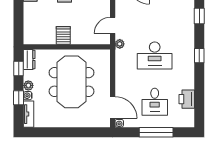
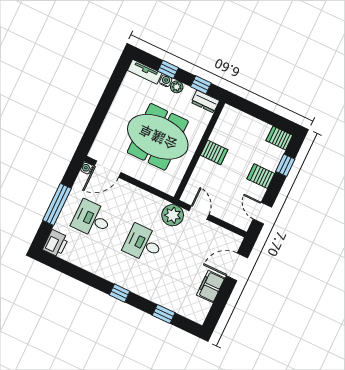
plant: (120, 44) -> (173, 215), width x1.87, depth x1.87
desk: (155, 56) -> (143, 243), width x0.73
printer: (187, 99) -> (56, 243), moved, turned 90

